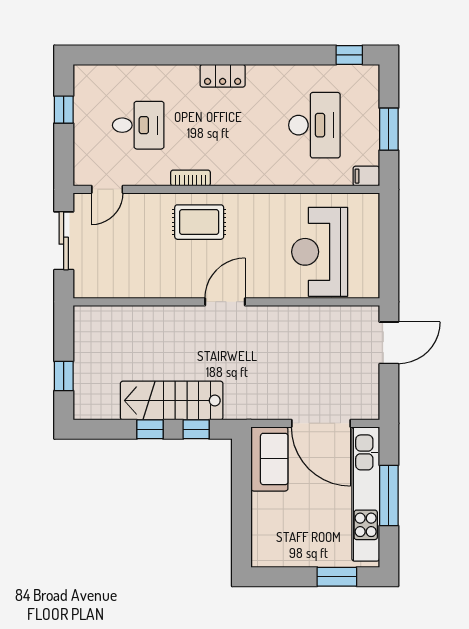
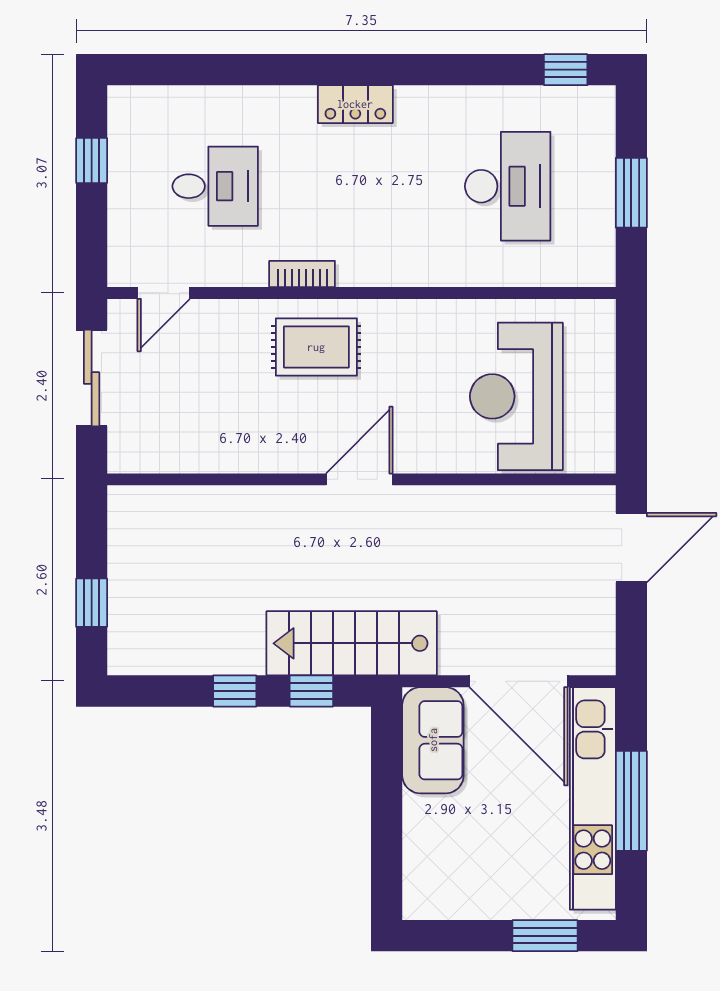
filing cabinet: (366, 176) -> (594, 271), removed
stairs: (172, 401) -> (352, 643), moved

